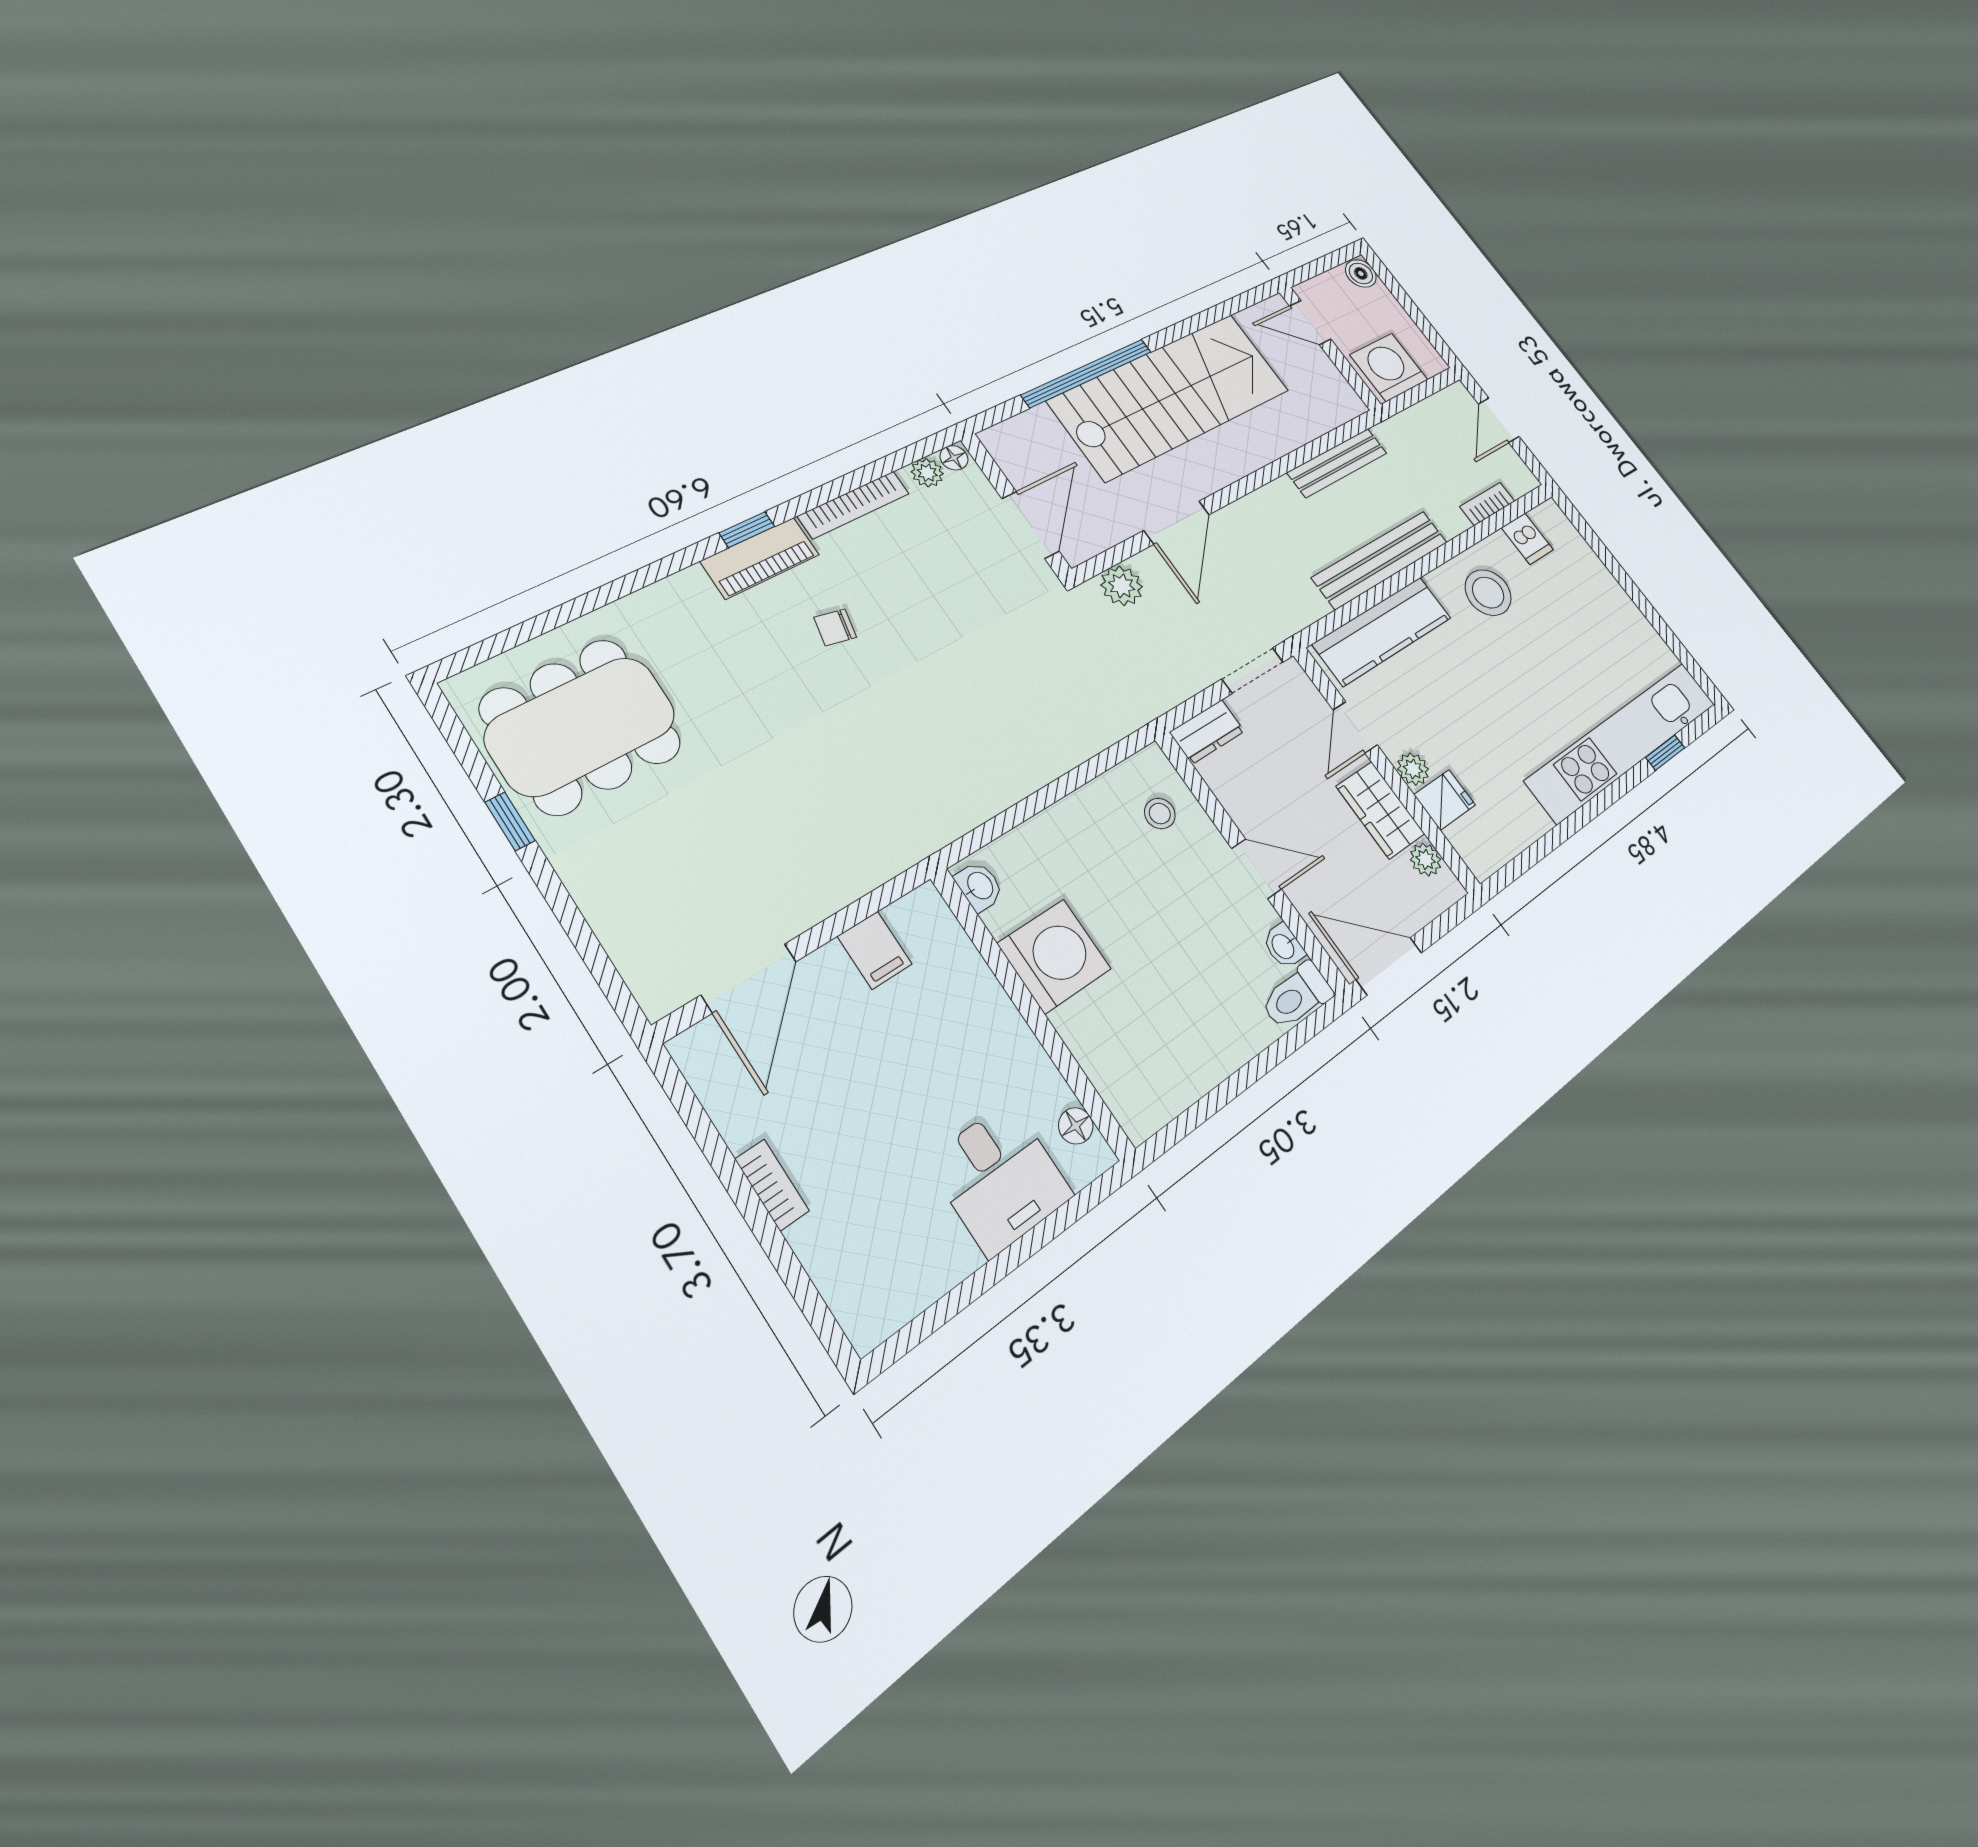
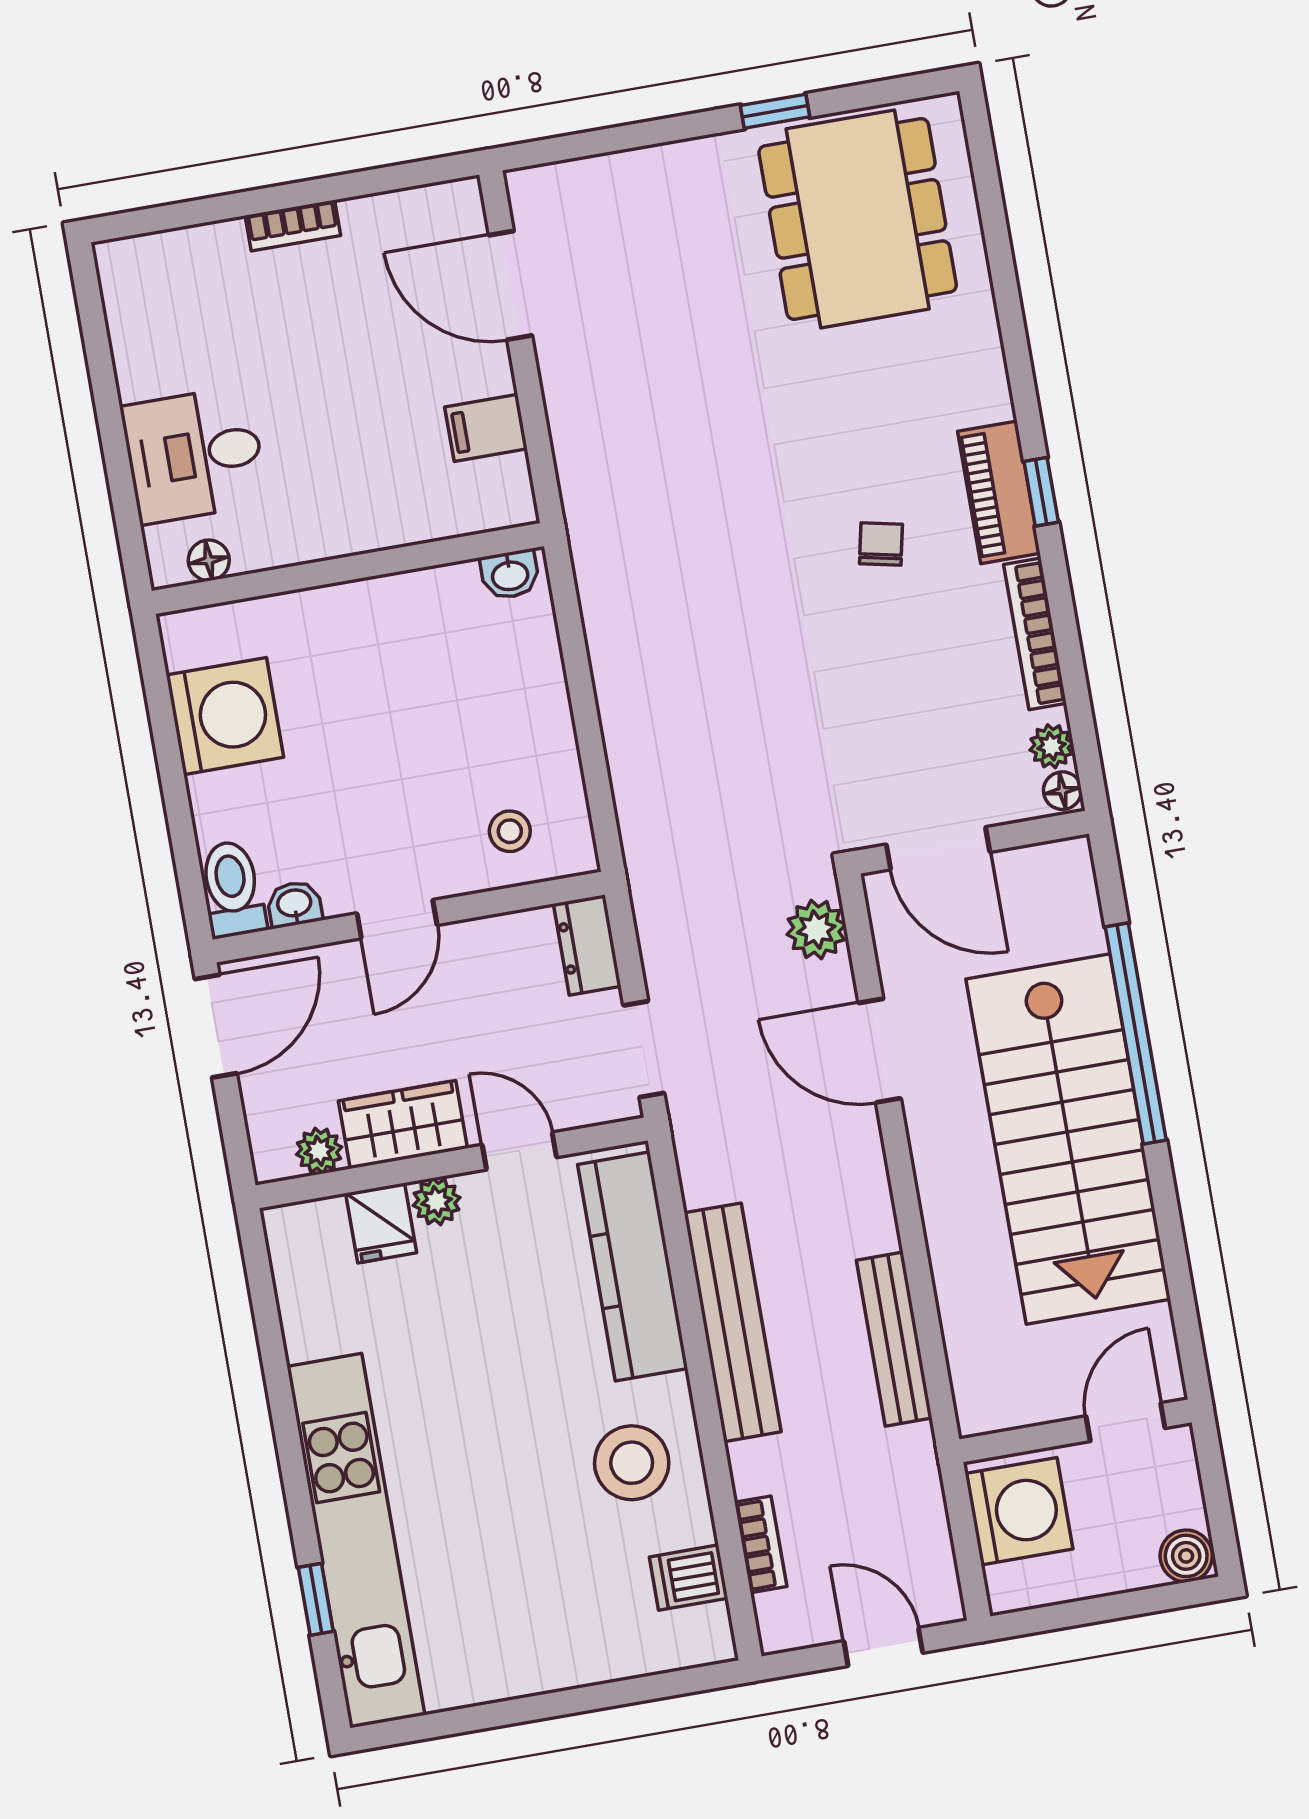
washing machine: (1054, 956) -> (225, 716), moved, turned -90

